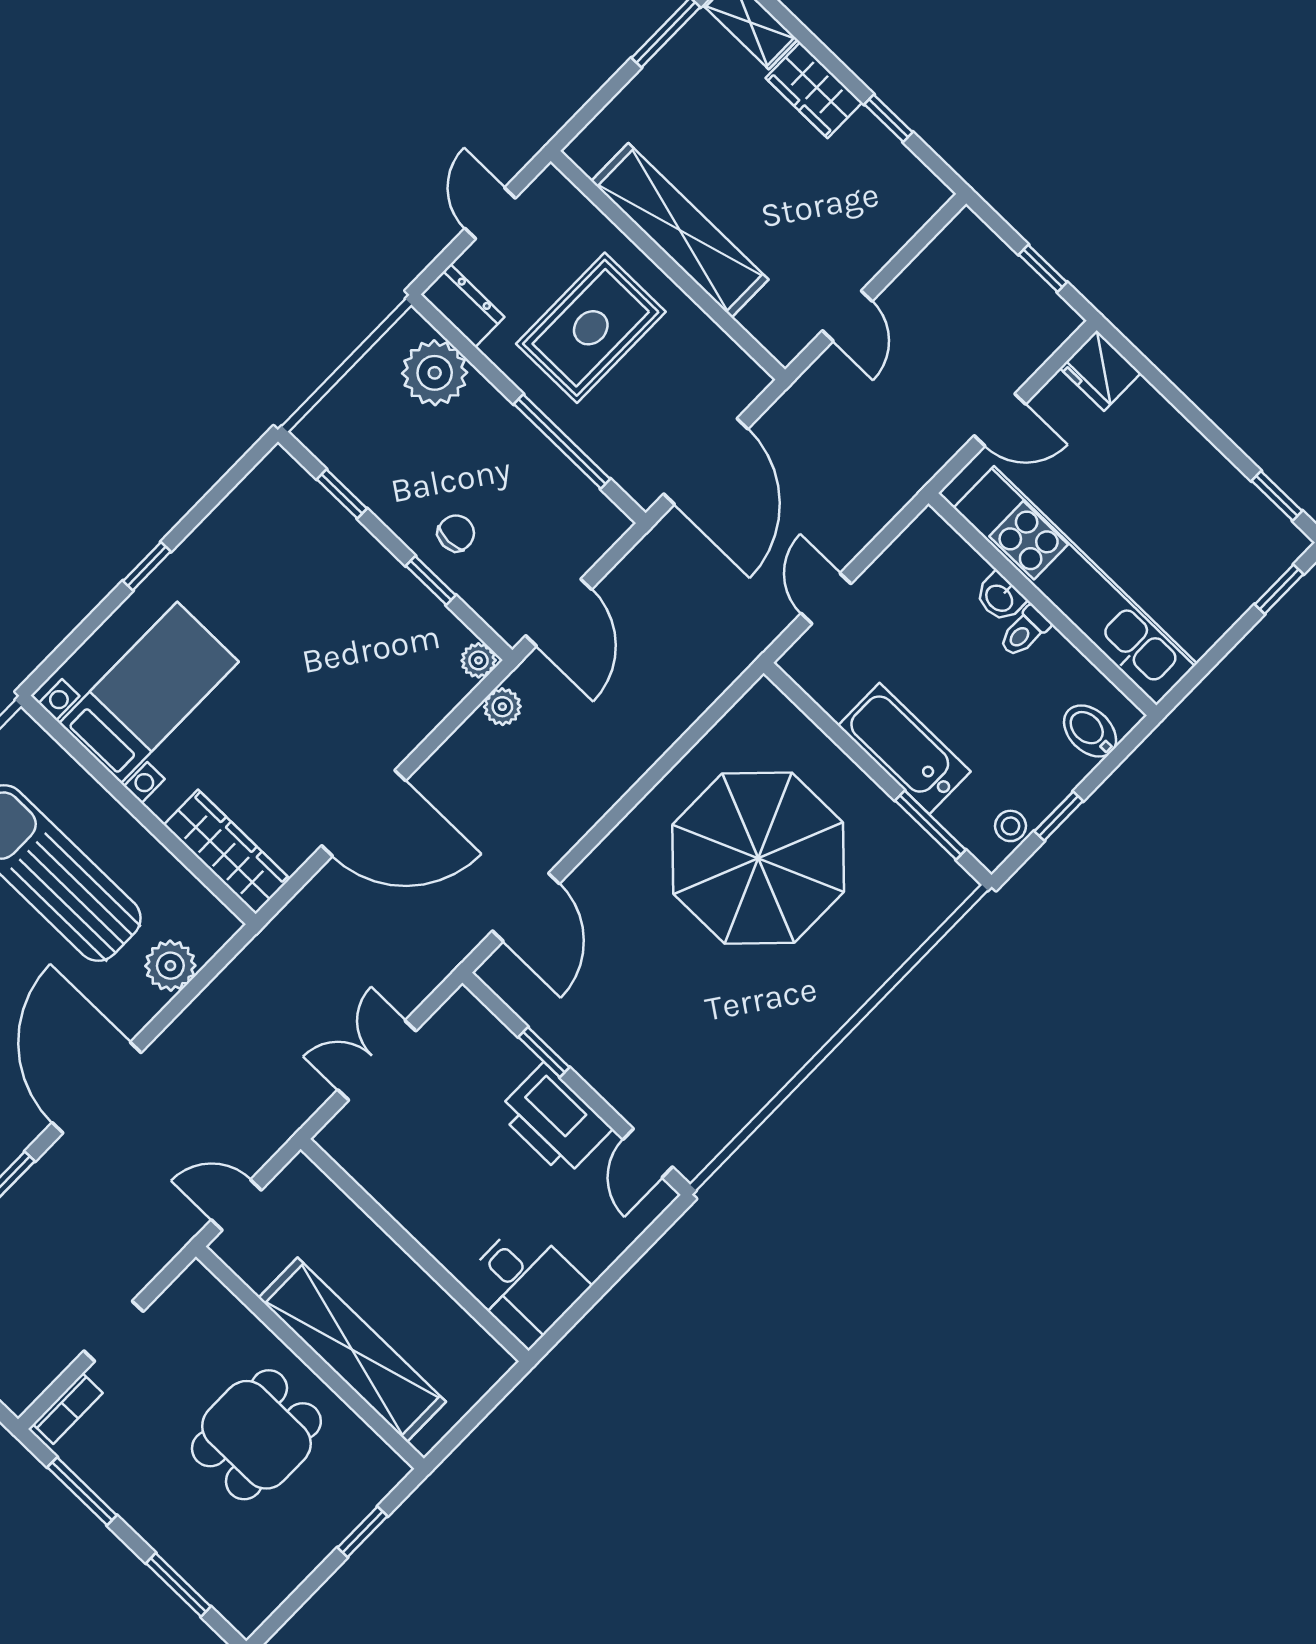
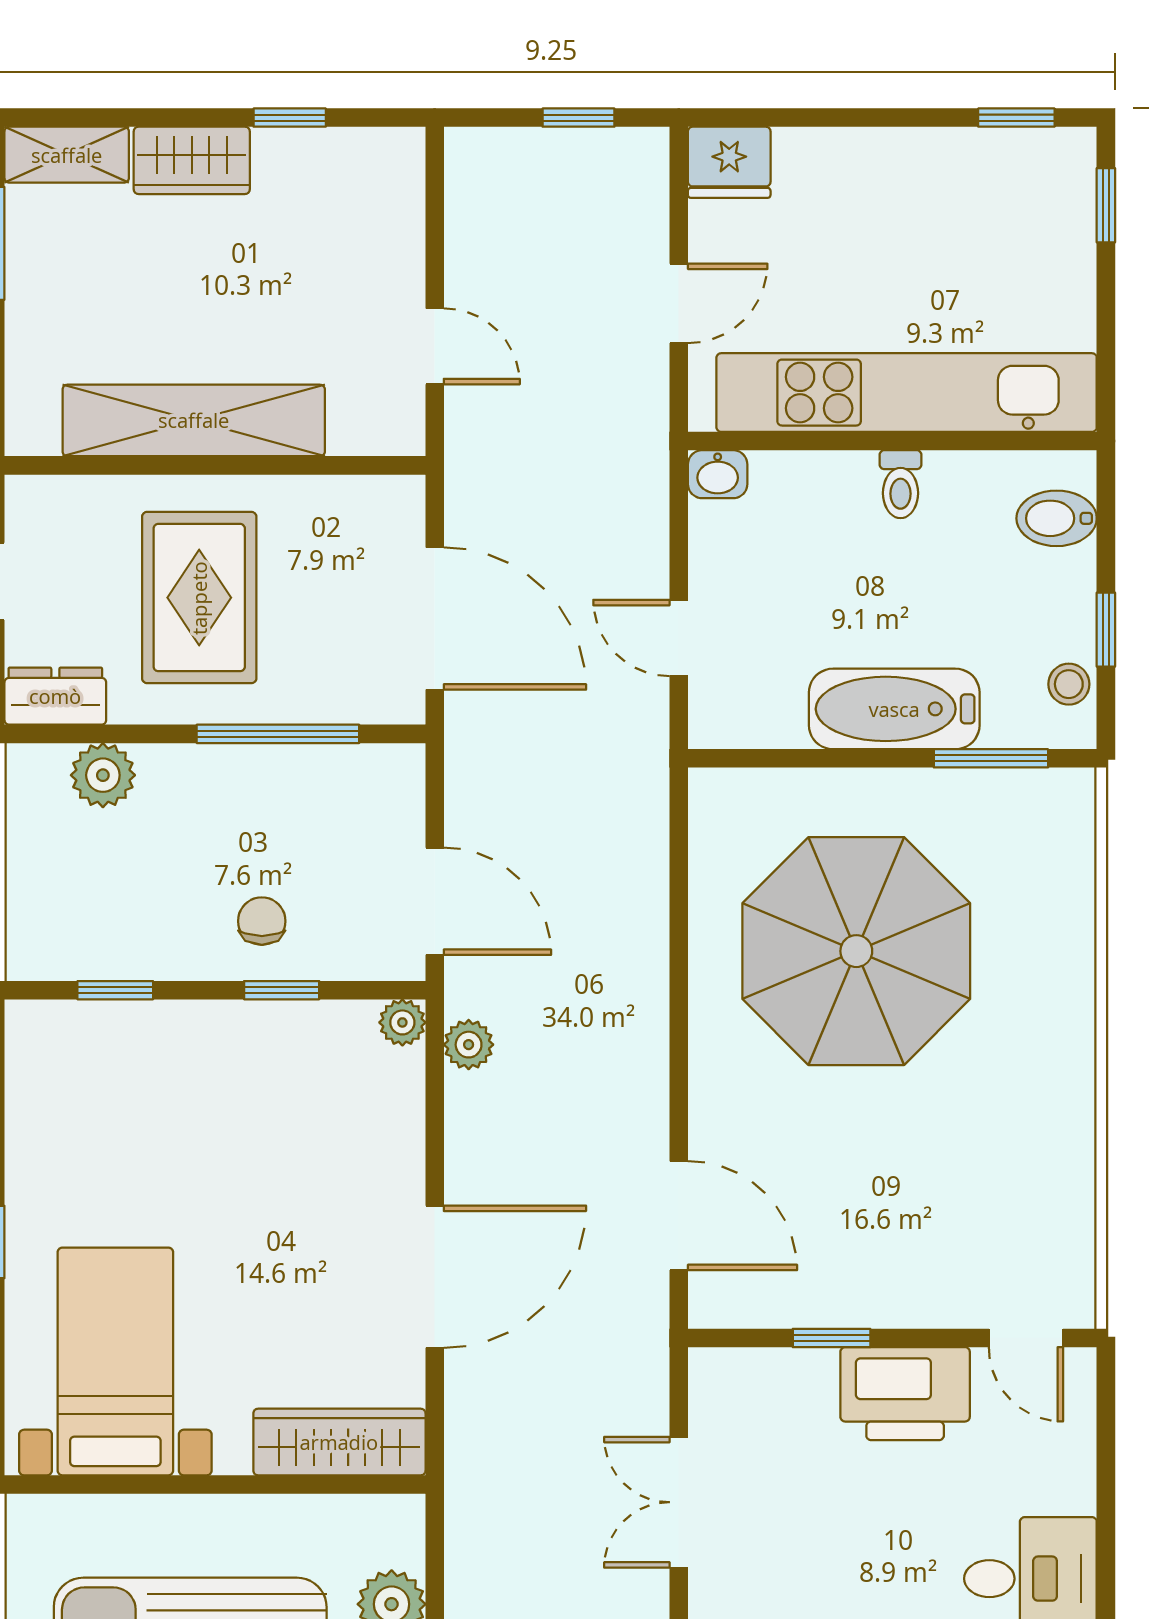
plant: (435, 373) -> (103, 775), width x0.73, depth x0.73
washbasin: (1000, 597) -> (718, 474), moved

